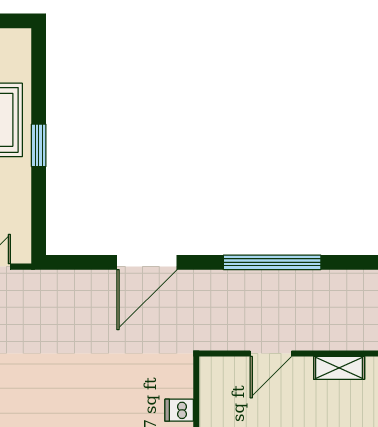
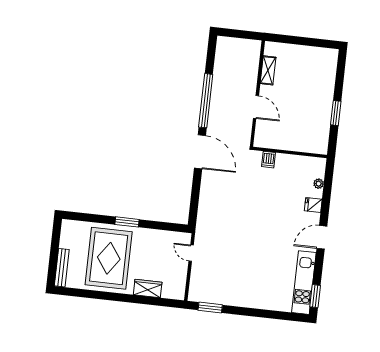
door: (147, 262) -> (200, 152), moved
dishwasher: (179, 410) -> (269, 160), moved

